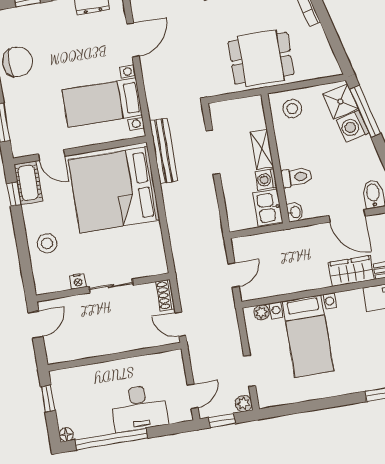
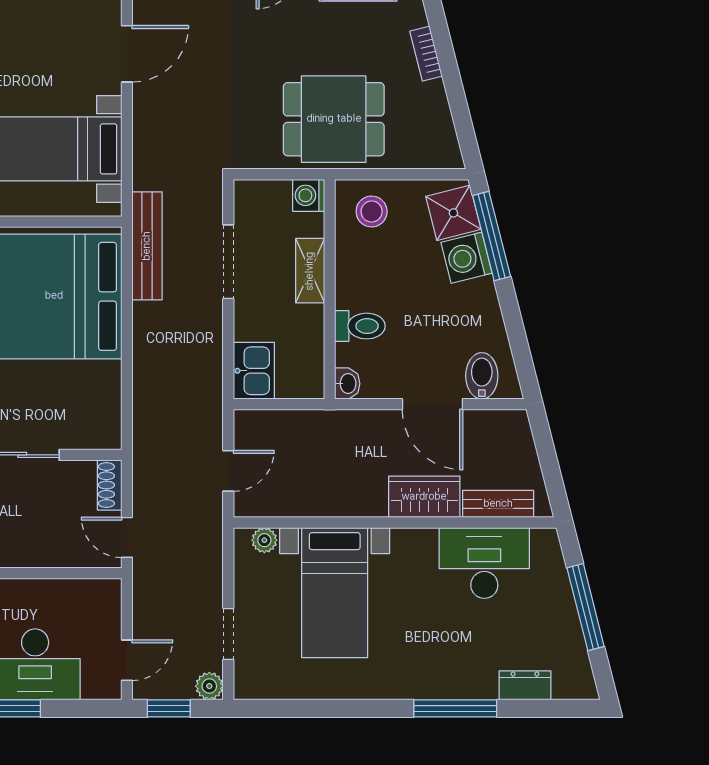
washing machine: (266, 180) -> (309, 195), moved
kitchen sink: (268, 208) -> (254, 371), moved, turned 180

